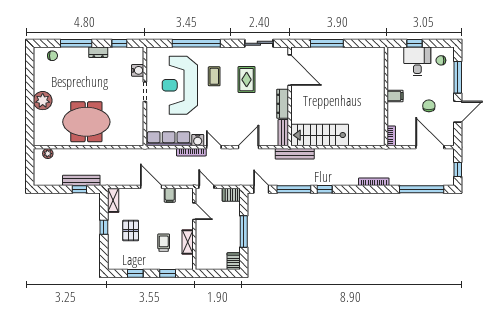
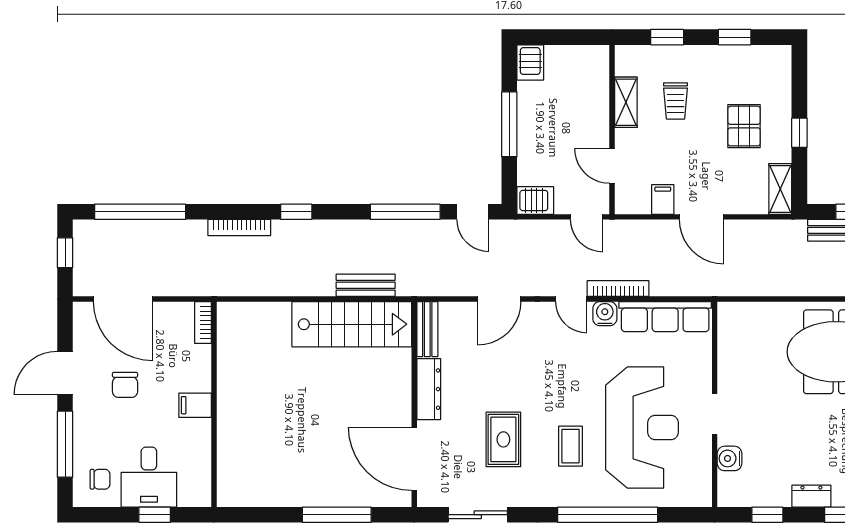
bench: (295, 154) -> (366, 285), moved, width x0.73
window: (325, 189) -> (296, 212), moved

